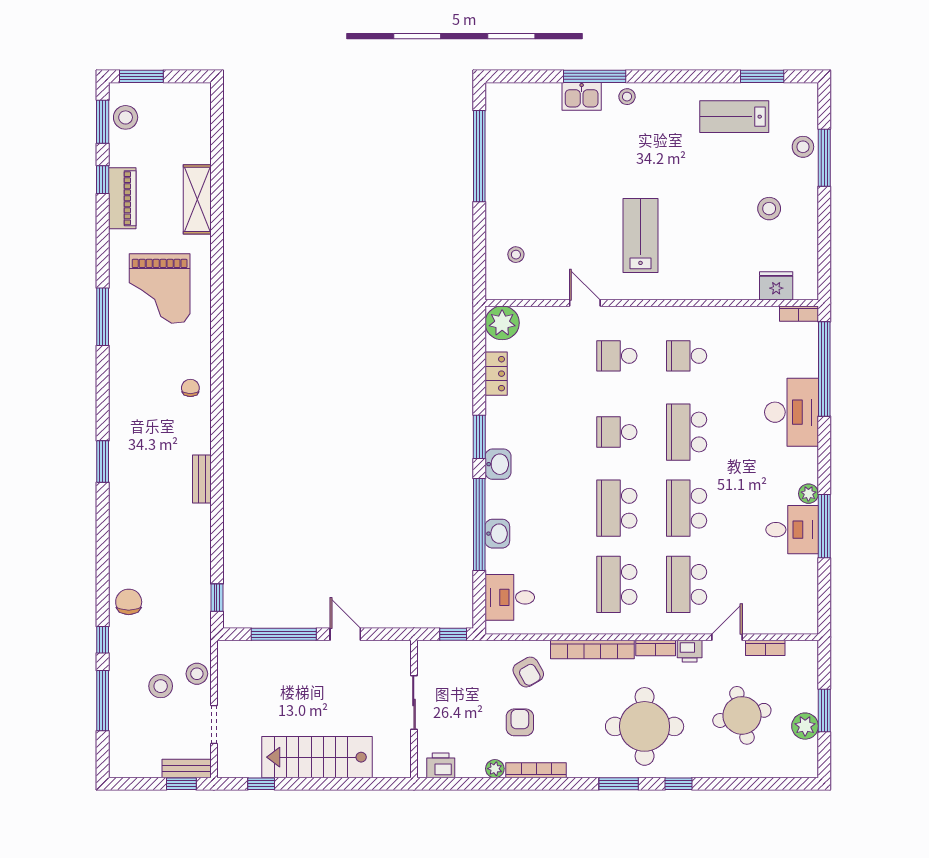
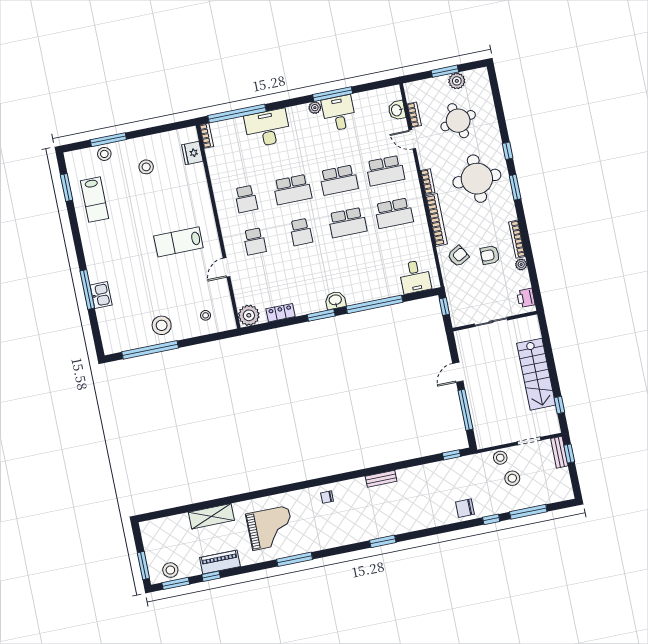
stool: (627, 97) -> (162, 325), moved, width x1.89, depth x1.89
washbasin: (497, 534) -> (397, 110), moved, turned -90
printer: (690, 651) -> (425, 161), removed

